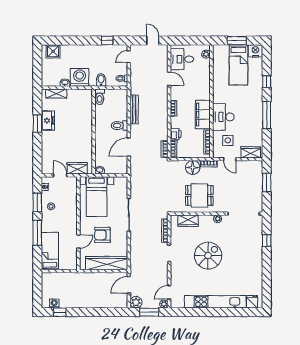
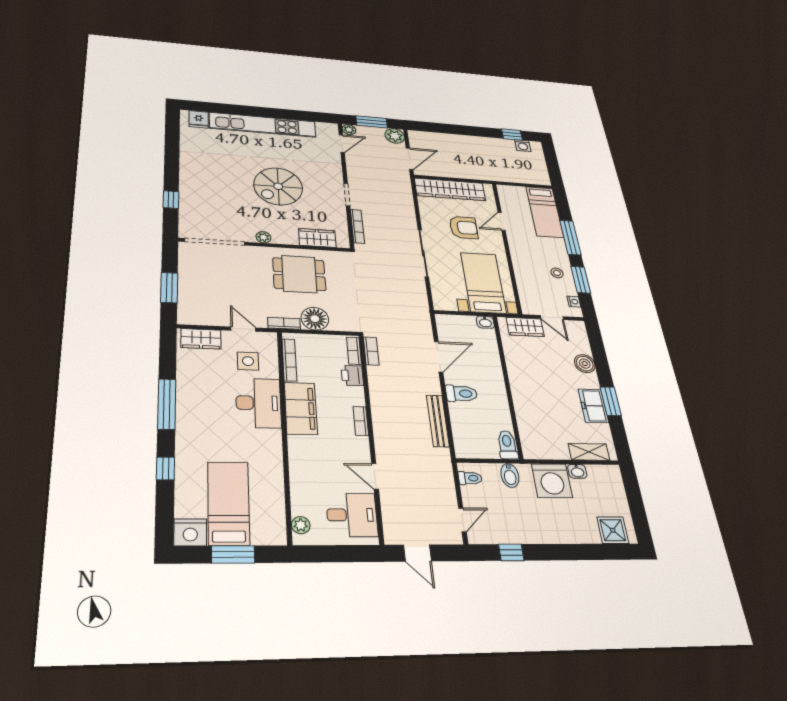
boiler: (47, 146) -> (585, 364), added

